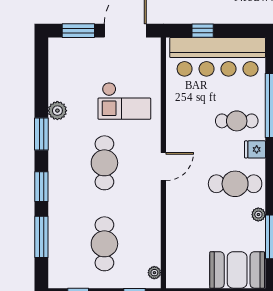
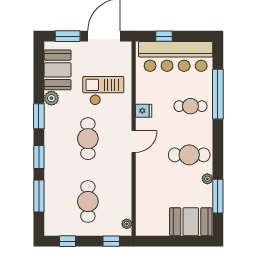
booth: (65, 74) -> (58, 70), added
checkout: (124, 101) -> (103, 91), turned 180
fridge: (255, 149) -> (144, 111), moved, turned 180

